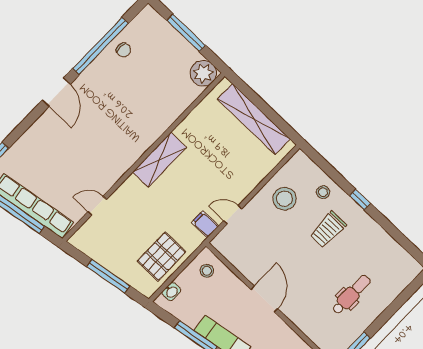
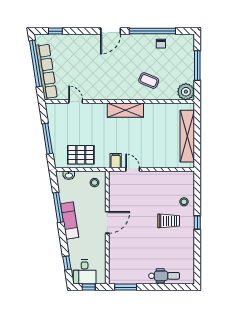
coffee table: (152, 103) -> (149, 81), added
stool: (284, 199) -> (164, 187), removed
trolley: (328, 230) -> (169, 221), turned 180
dental chair: (351, 295) -> (164, 276), moved

